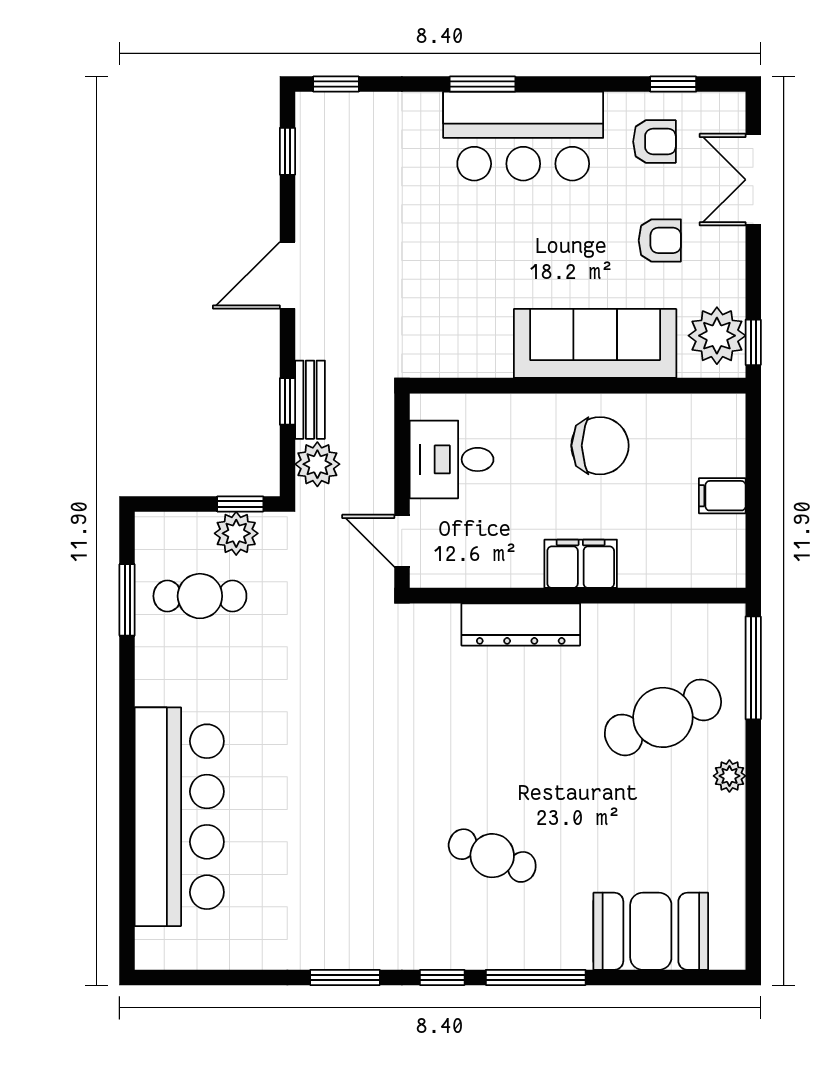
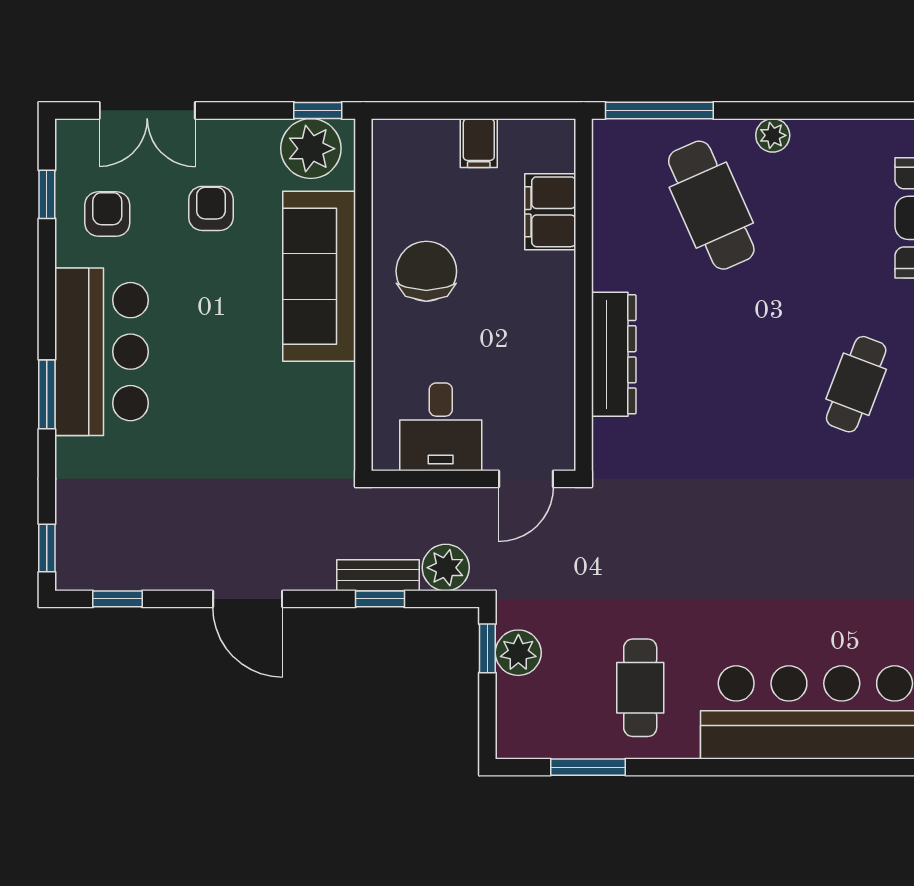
filing cabinet: (581, 564) -> (550, 212), moved
cafe table: (200, 596) -> (640, 688), moved

